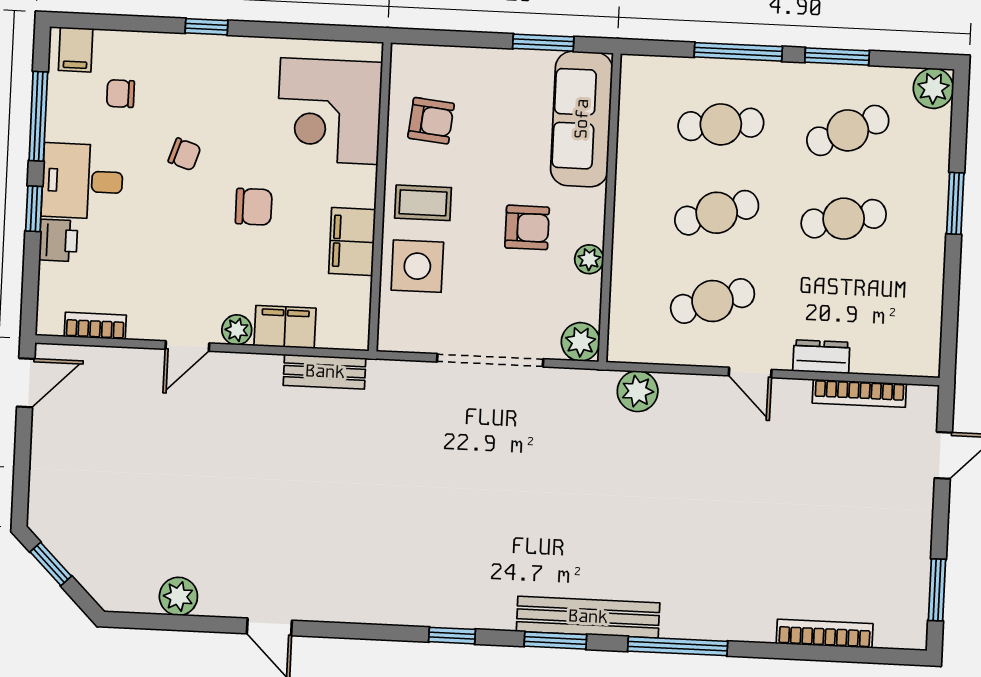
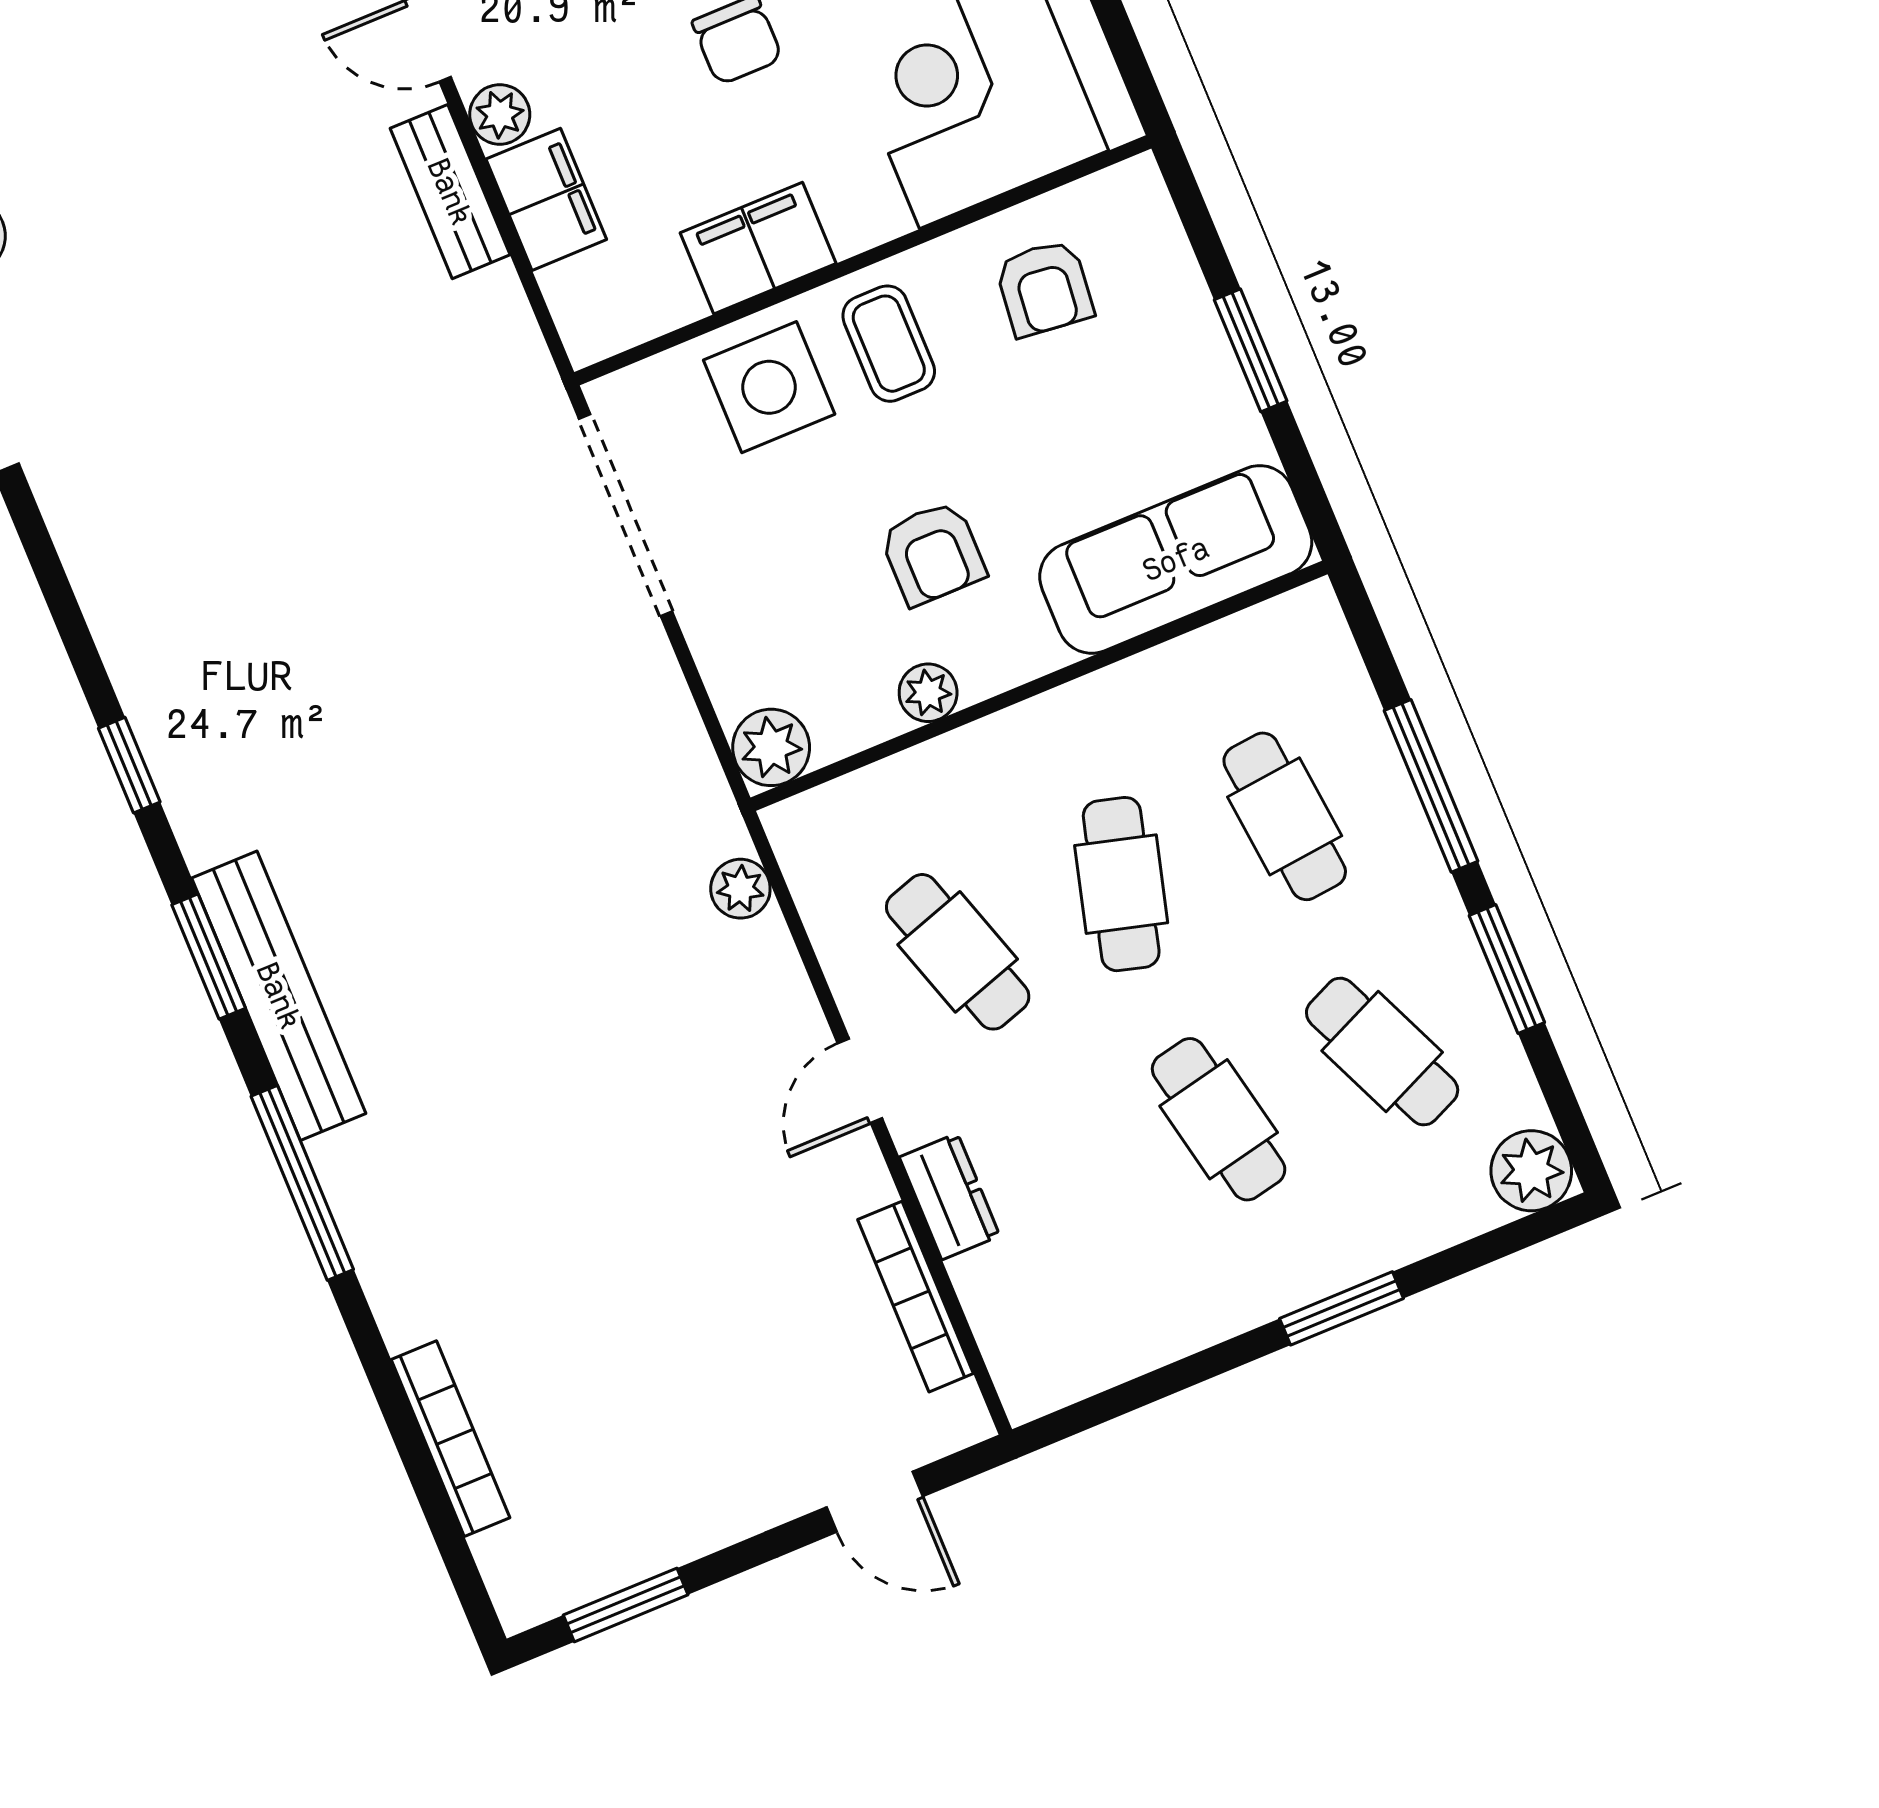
window: (543, 43) -> (1251, 350), moved
cafe table: (717, 213) -> (1121, 884), turned 33
doorway: (490, 360) -> (626, 515), moved
bench: (325, 372) -> (450, 192), moved
plant: (638, 391) -> (740, 889), width x0.73, depth x0.73

